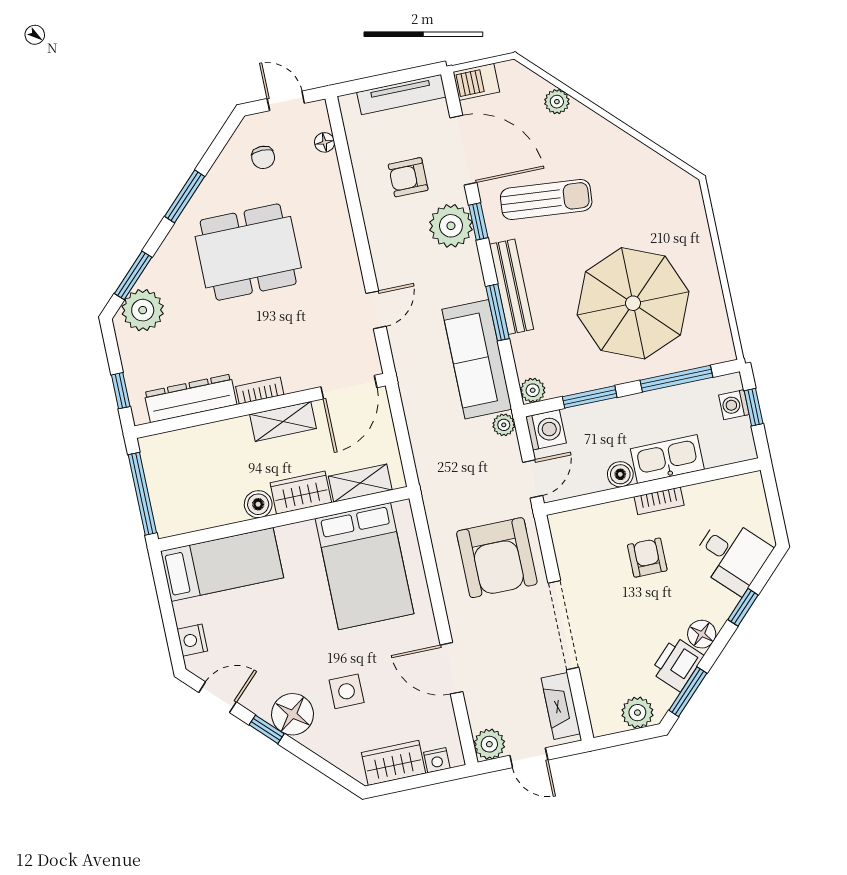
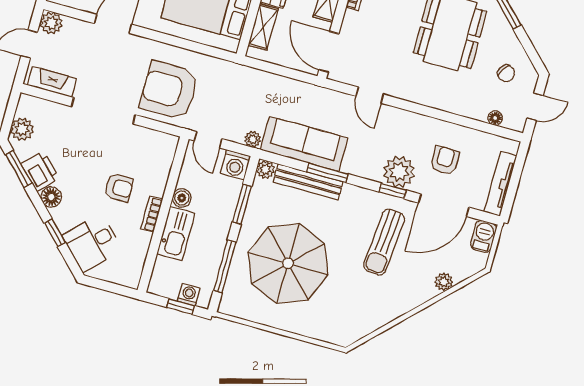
chair: (263, 157) -> (506, 73), turned -148
bench: (511, 287) -> (308, 182), moved

